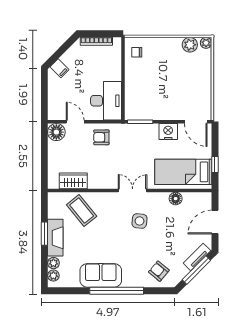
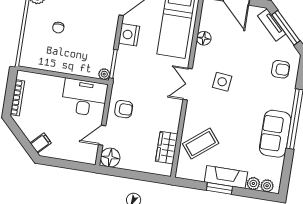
chair: (137, 52) -> (58, 28), moved
plant: (130, 115) -> (104, 74), added
armchair: (101, 137) -> (124, 109), turned -90
armchair: (159, 271) -> (281, 69), turned -130

